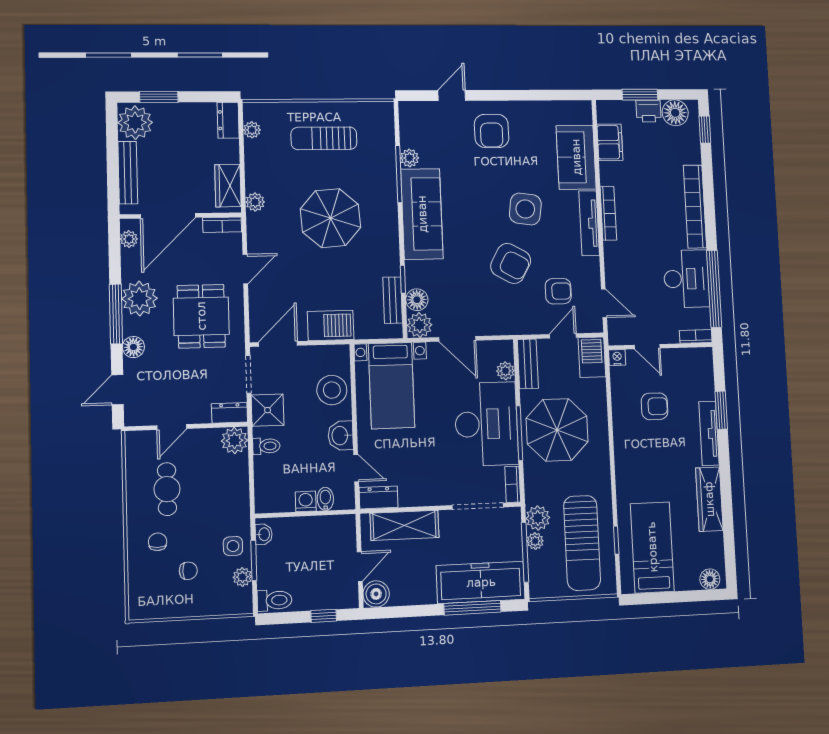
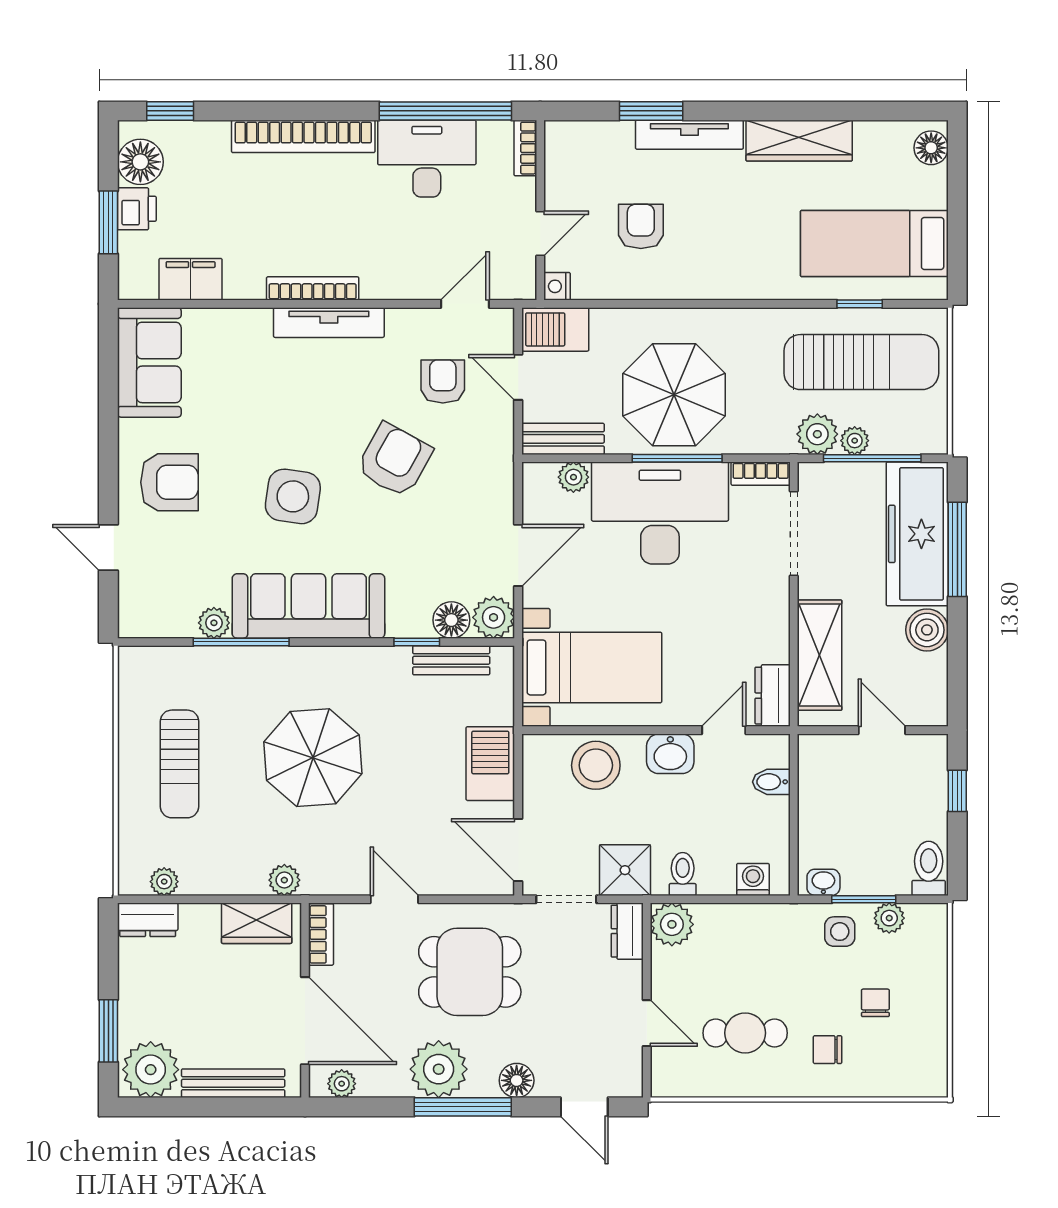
sofa: (576, 157) -> (149, 362), moved, turned -90
side table: (525, 209) -> (293, 496), moved
washing machine: (306, 501) -> (753, 879), moved, turned 90
boiler: (376, 594) -> (927, 630), moved

